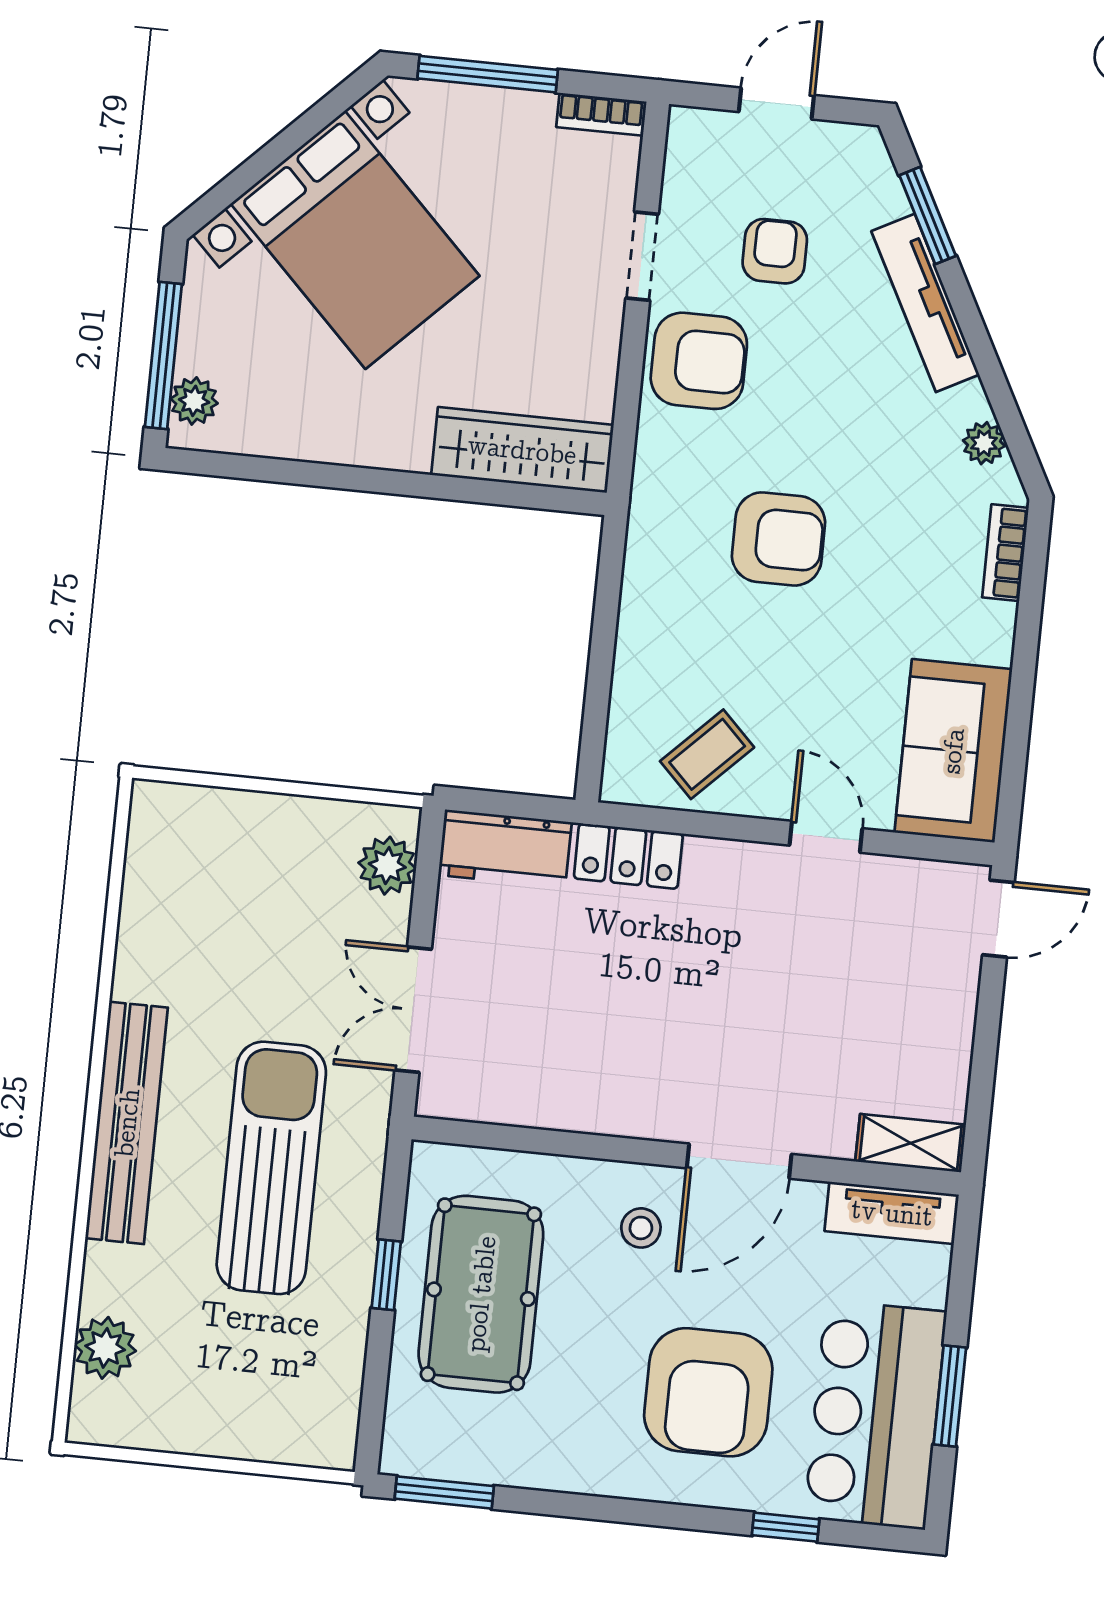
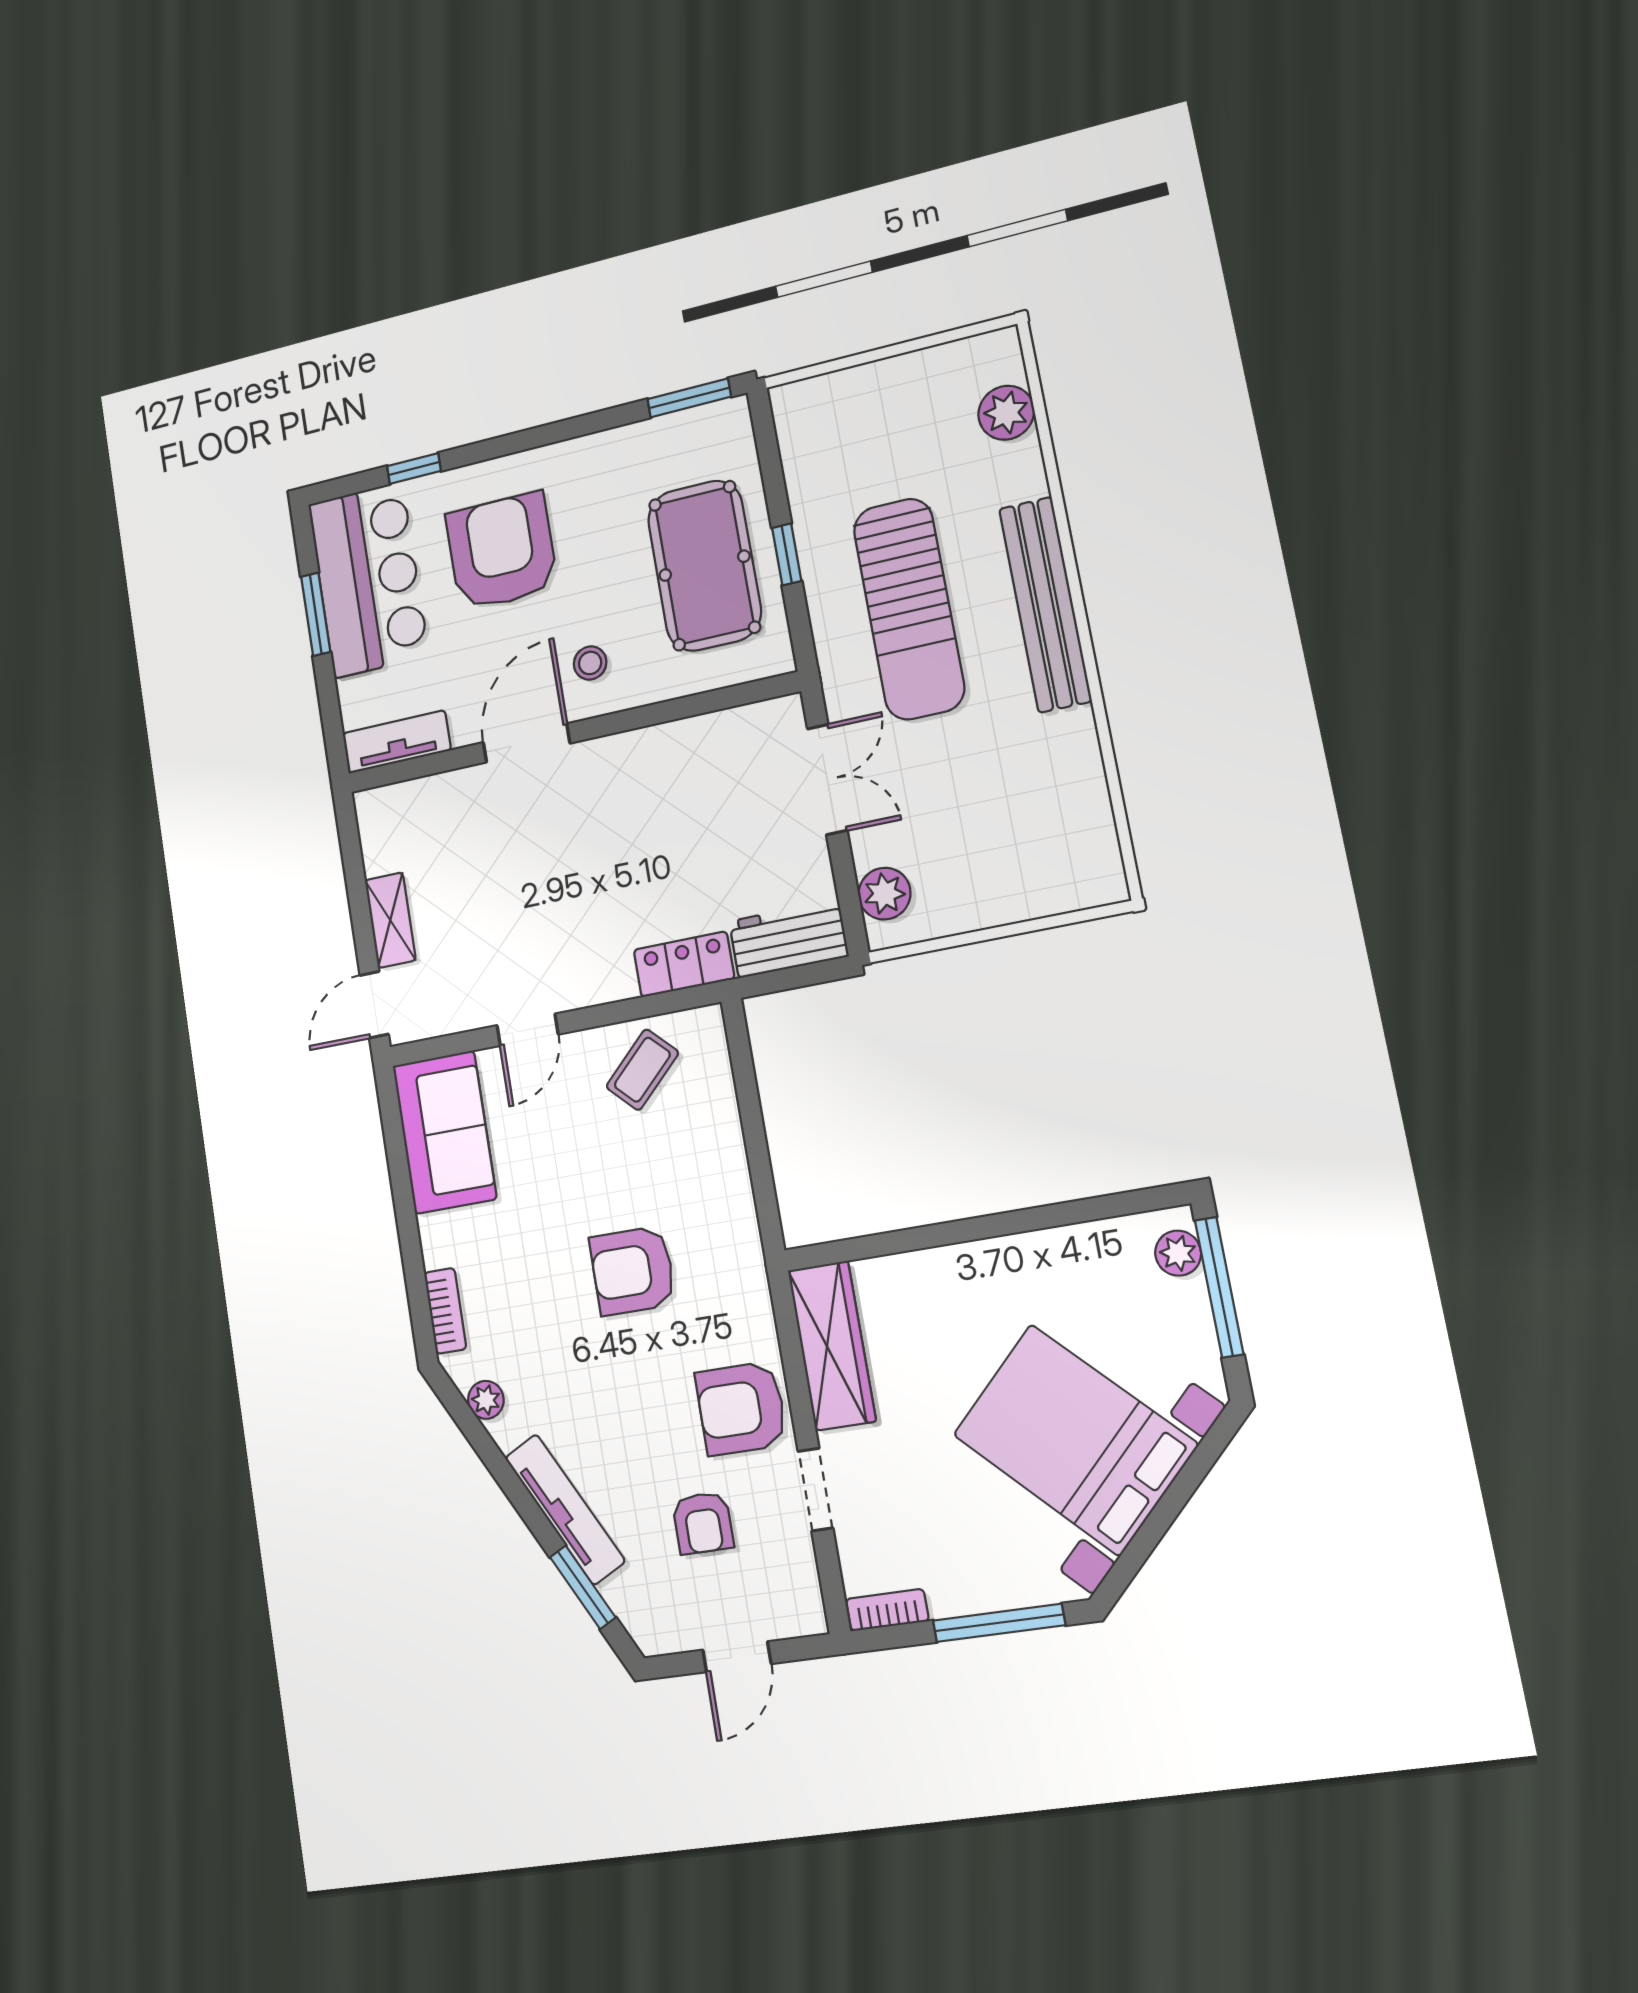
wardrobe: (522, 450) -> (832, 1346), moved, turned -90
door: (826, 837) -> (528, 1030), hinge flipped
shelving: (911, 1143) -> (390, 920), moved, turned 90

